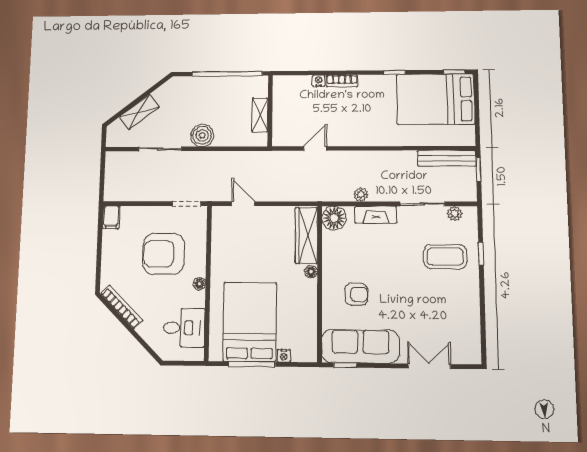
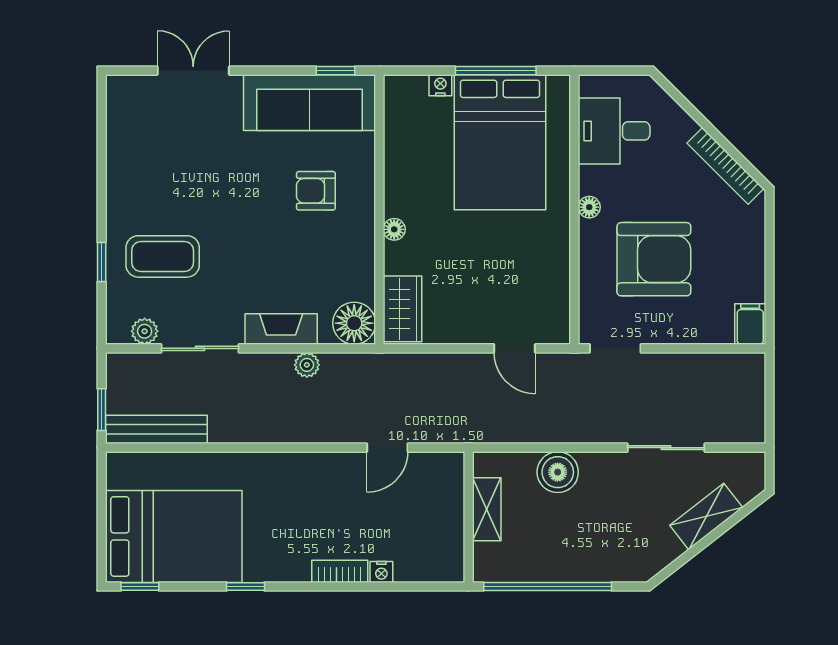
boiler: (202, 135) -> (558, 472), moved
wardrobe: (306, 235) -> (402, 309), width x0.67
double door: (429, 366) -> (193, 71), swing flipped

